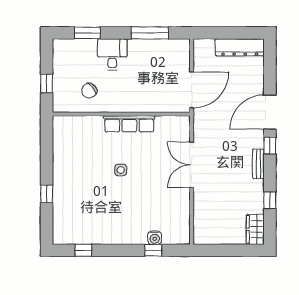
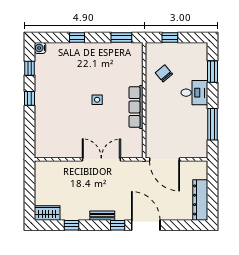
window: (47, 141) -> (121, 37), added
water cooler: (155, 238) -> (40, 48), moved
window: (153, 250) -> (29, 98), moved

